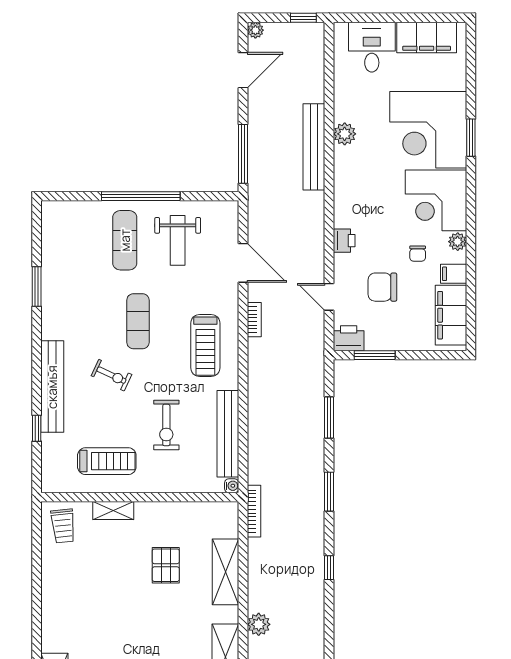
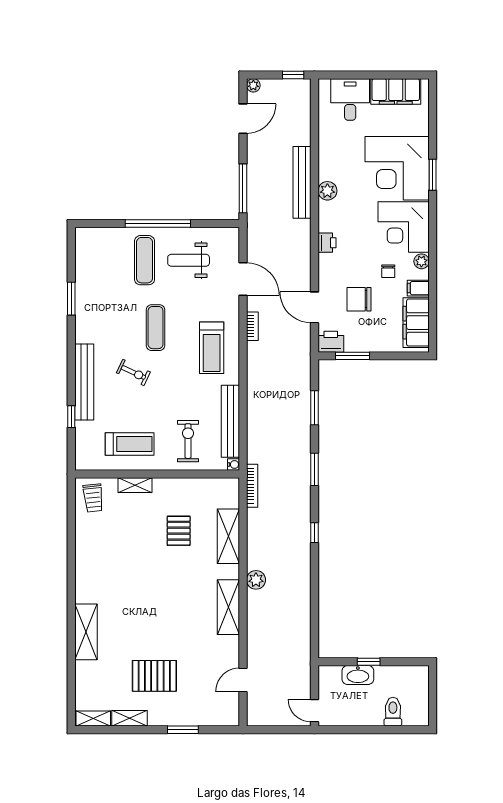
plant: (345, 134) -> (327, 191), moved
weight bench: (178, 240) -> (189, 260), turned 90
printer: (344, 241) -> (327, 243), moved
door: (329, 297) -> (315, 307), width x1.38
exercise bike: (166, 425) -> (188, 441), moved, turned 180

